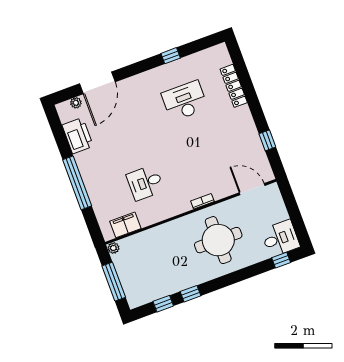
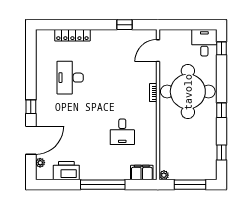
window: (171, 56) -> (31, 107), moved
door: (97, 83) -> (31, 140), hinge flipped
filing cabinet: (125, 225) -> (142, 173), moved, turned 90
round table: (218, 240) -> (188, 92), width x1.36, depth x1.36
window: (190, 294) -> (221, 110), moved

